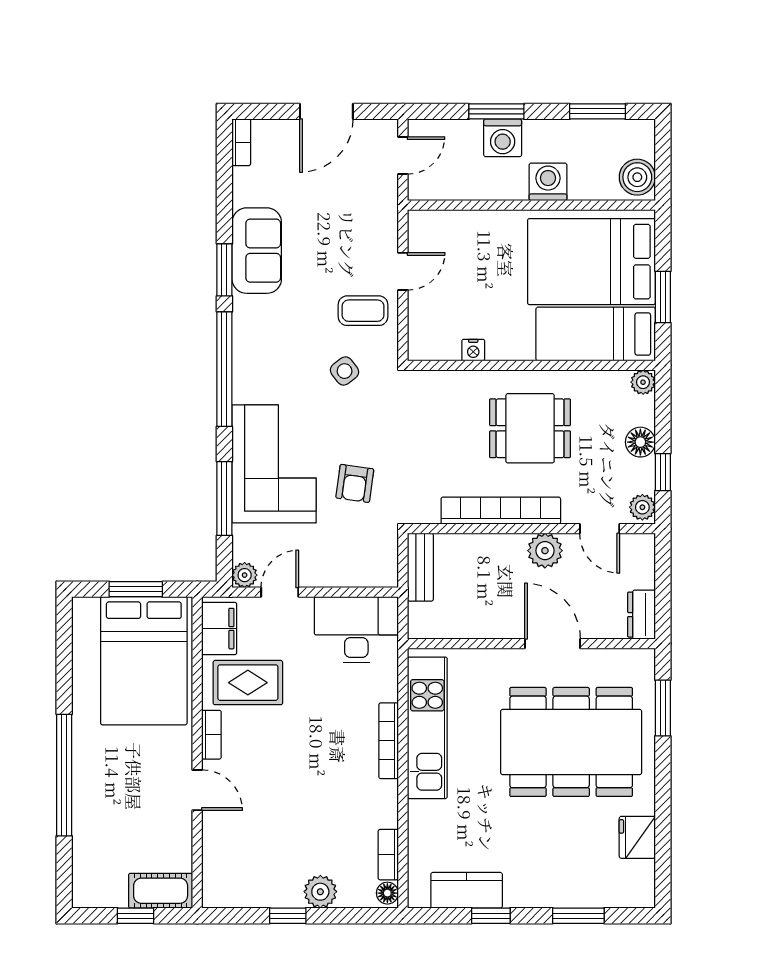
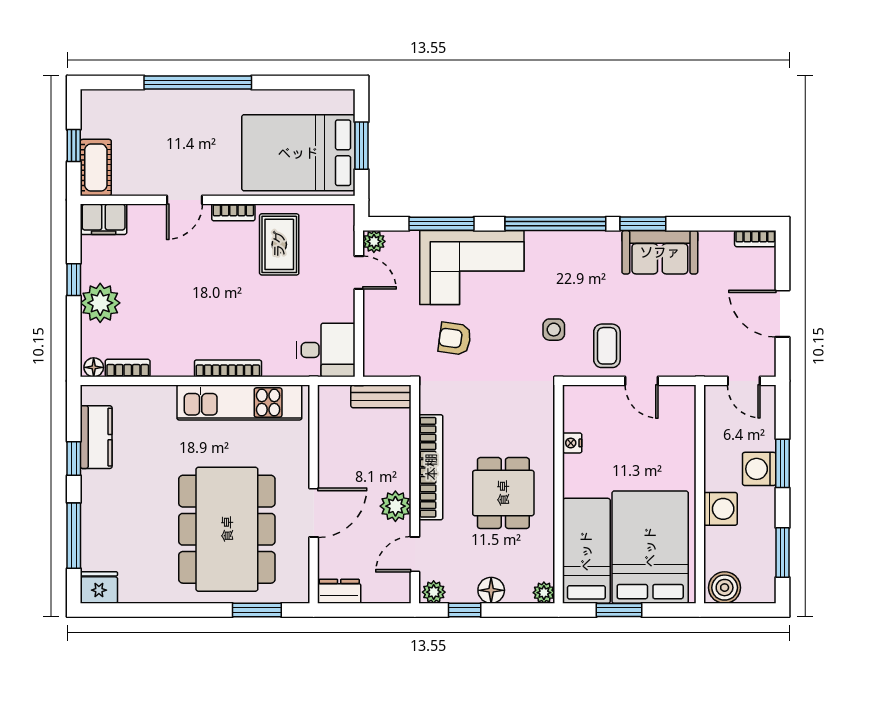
side table: (345, 371) -> (554, 330), turned 38
filing cabinet: (219, 629) -> (104, 219), moved
desk: (356, 630) -> (326, 350), width x0.73
fridge: (637, 837) -> (99, 588), moved
plant: (320, 892) -> (100, 303), width x1.36, depth x1.36
window: (578, 916) -> (74, 536), width x1.44

